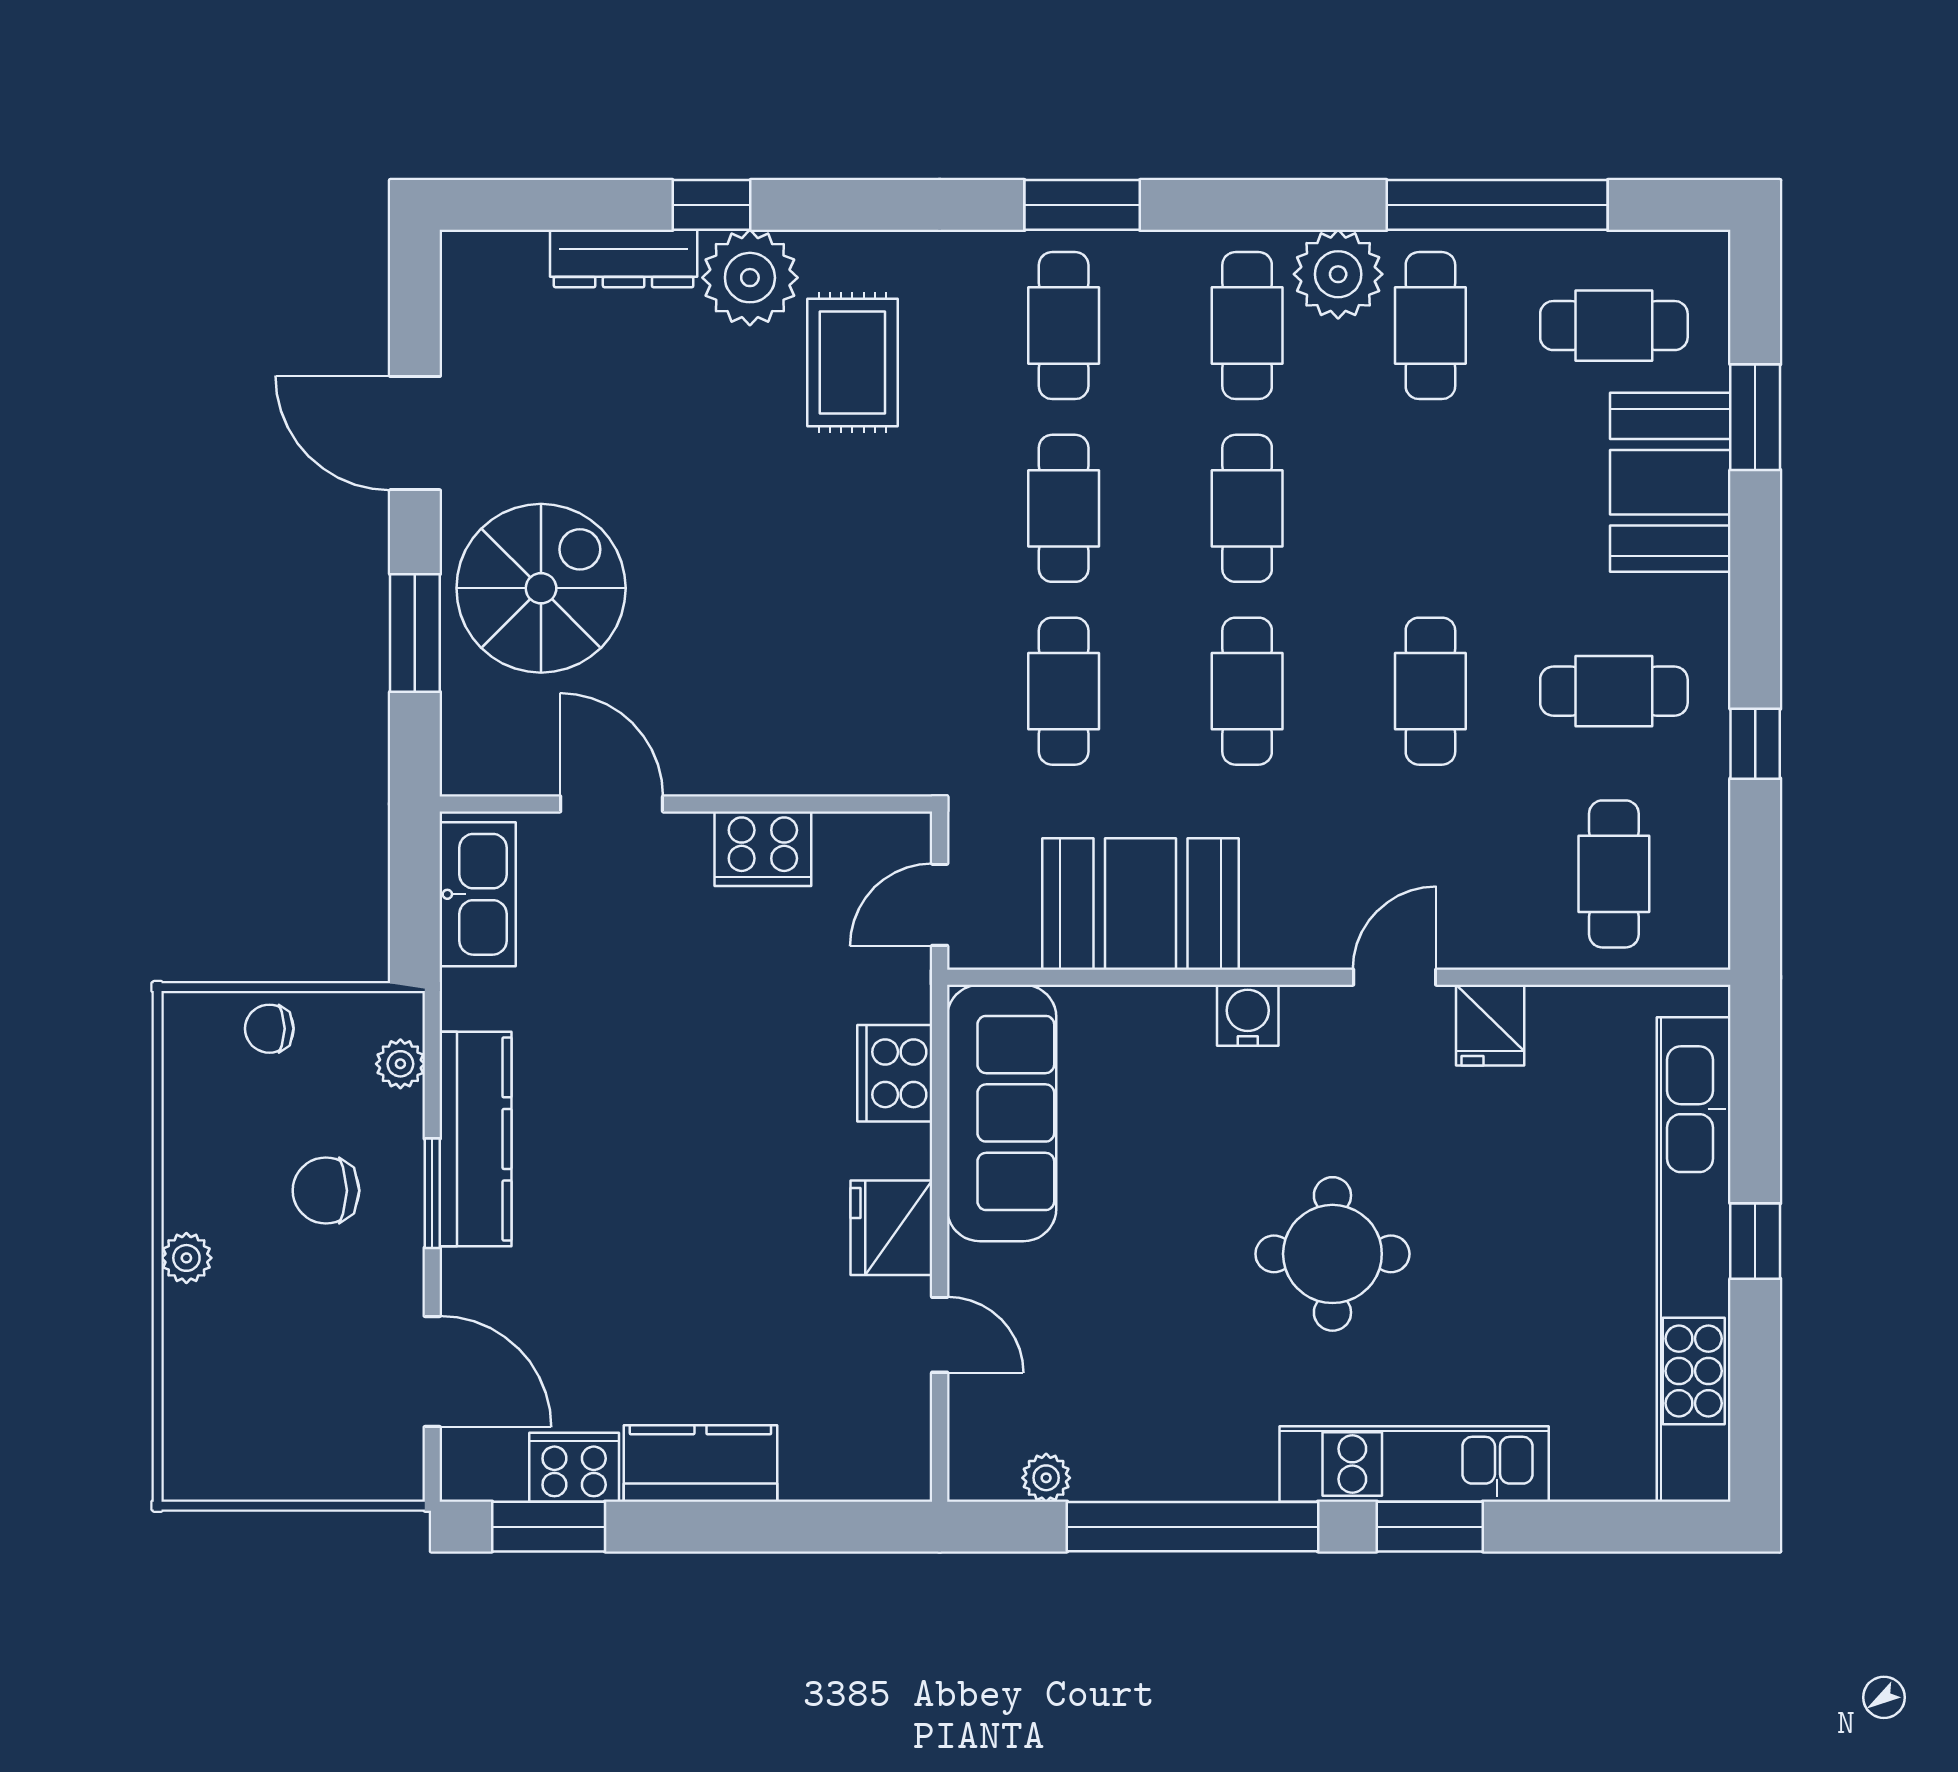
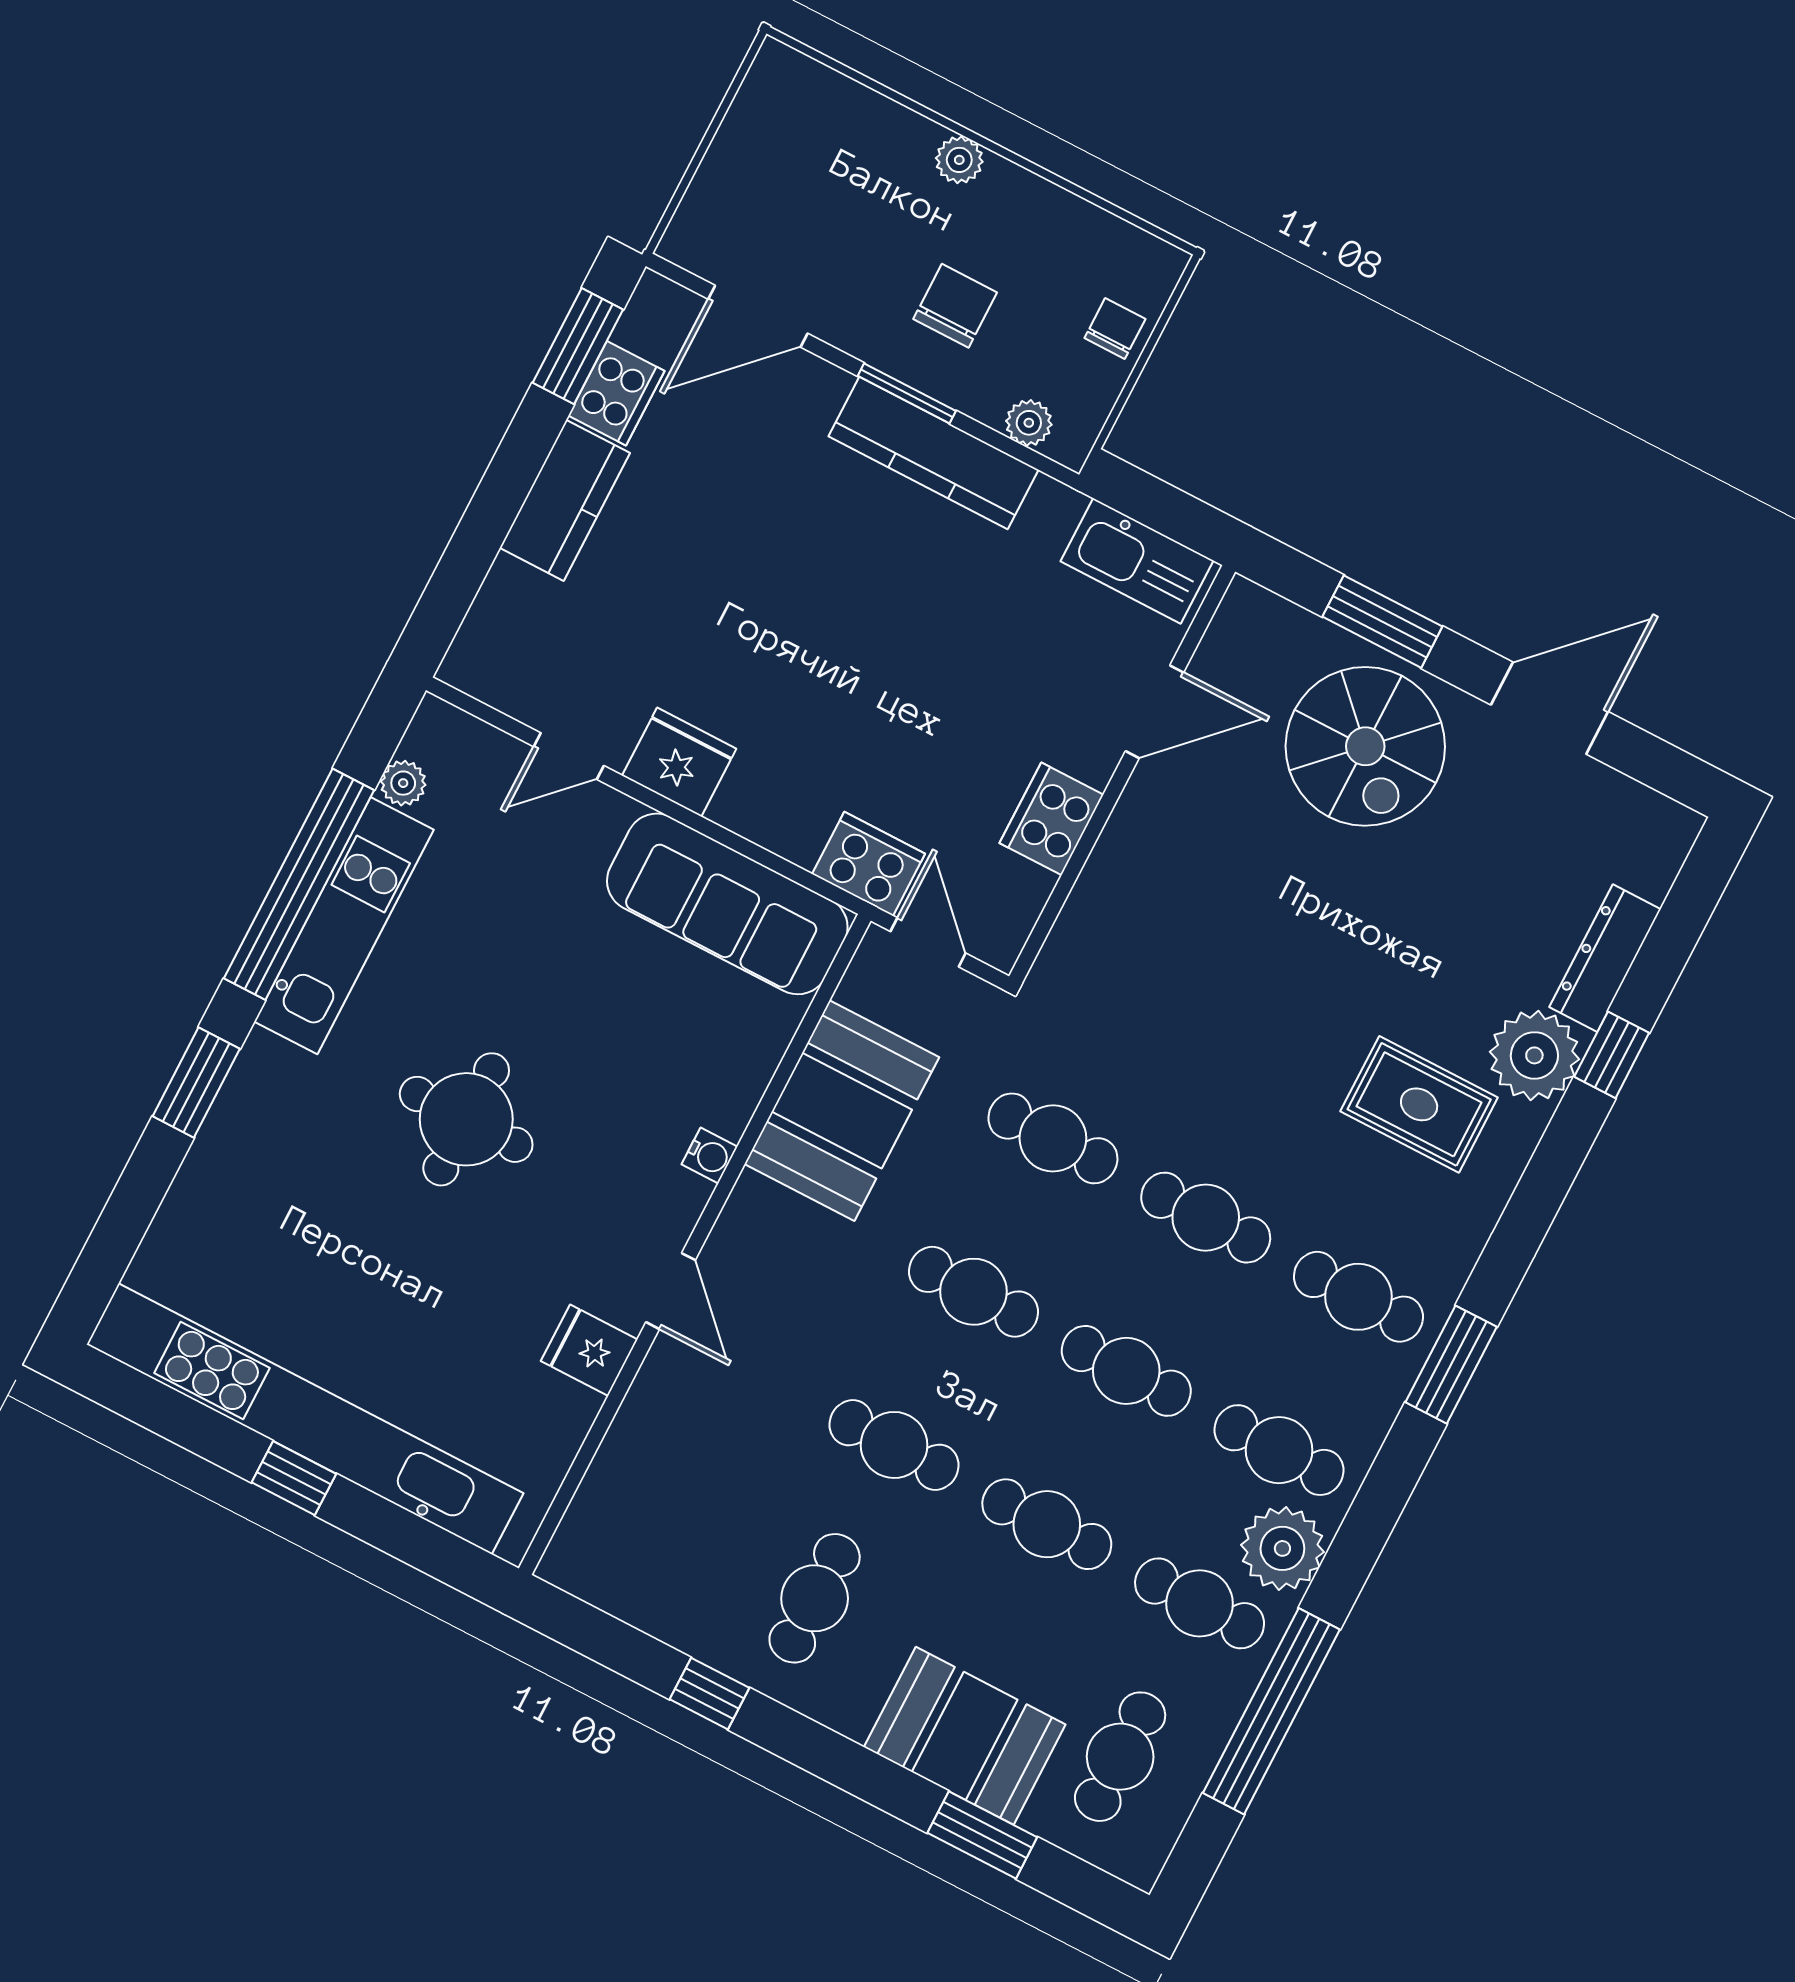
cafe table: (1614, 874) -> (1047, 1524), moved
water cooler: (1248, 1015) -> (709, 1156), width x0.72, depth x0.72
cooker: (895, 1073) -> (869, 864), moved
kitchen unit: (1414, 1464) -> (344, 926), moved

